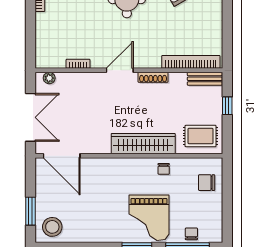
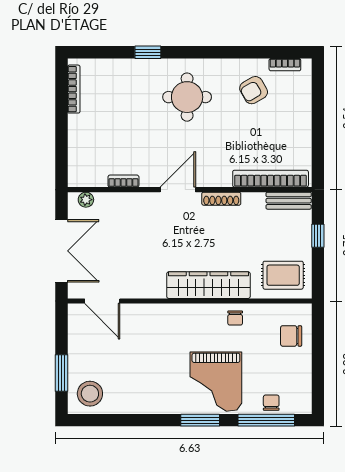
door: (62, 156) -> (102, 301), width x0.73

